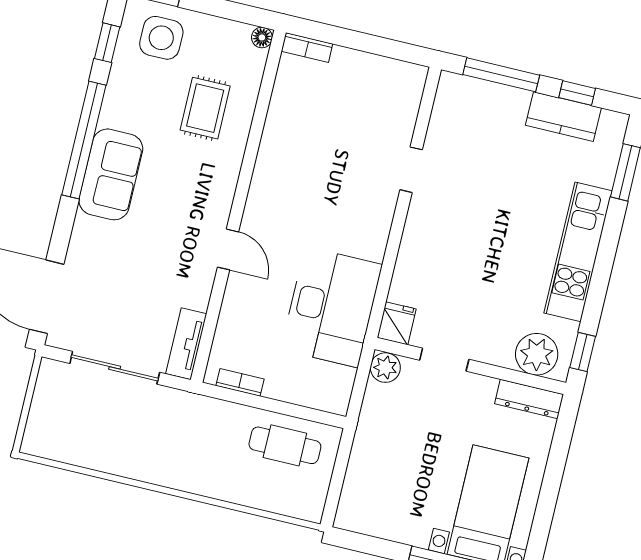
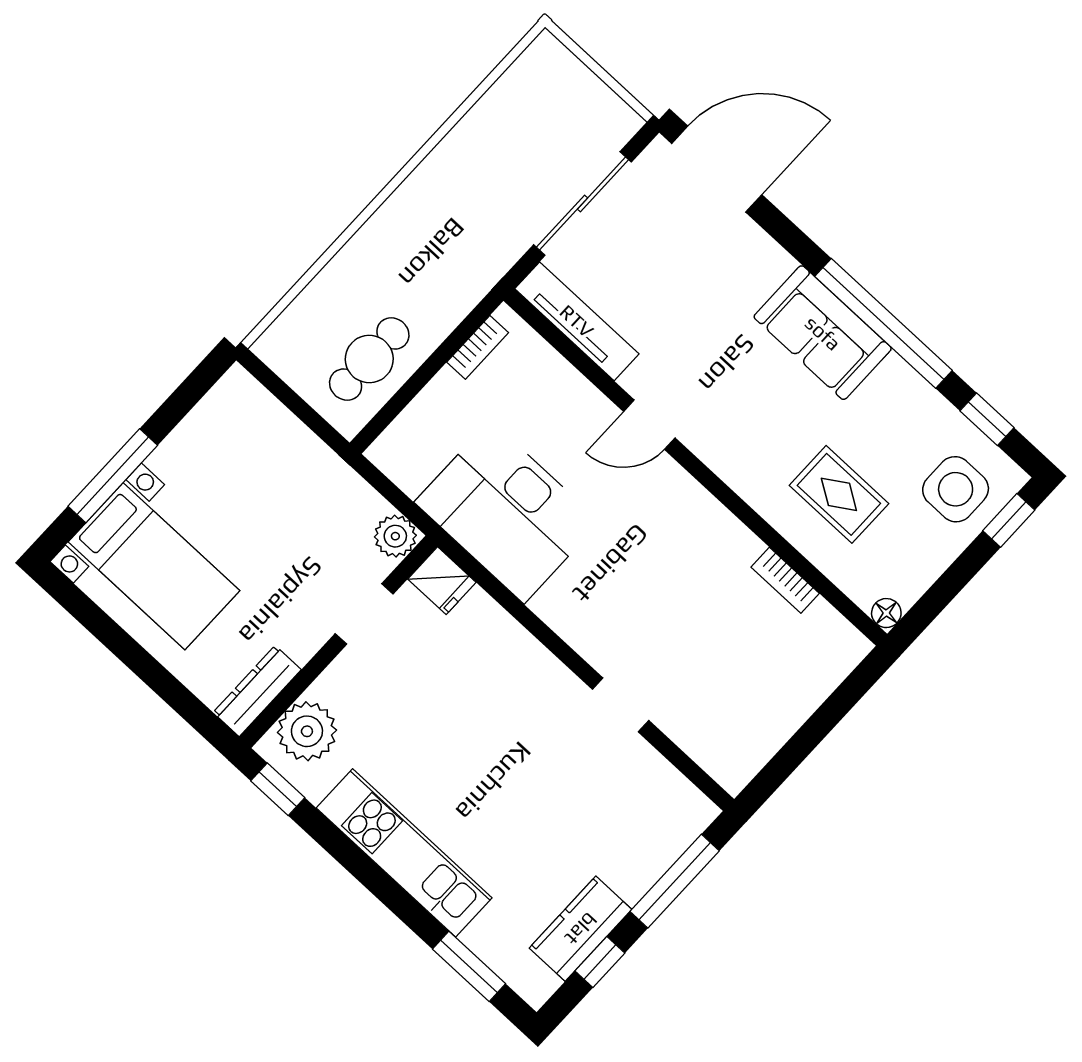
bookcase: (307, 47) -> (785, 580), moved, turned -90
tv unit: (186, 344) -> (577, 321), width x1.41

